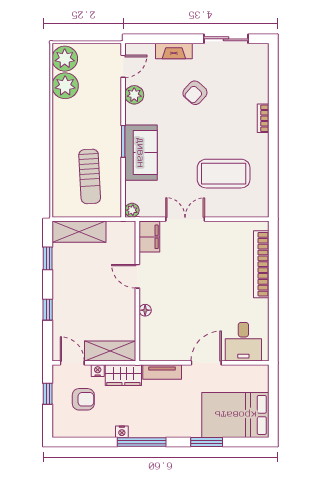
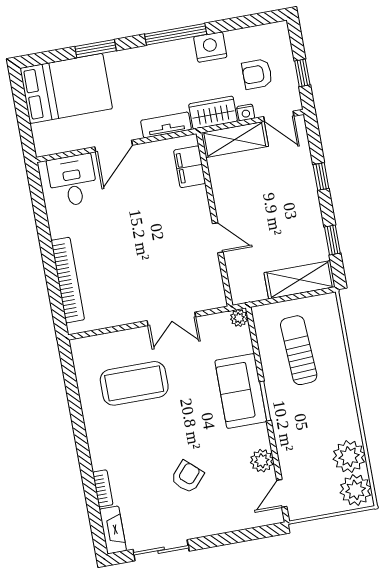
fireplace: (174, 51) -> (113, 530), moved, turned 90
bookcase: (263, 118) -> (103, 488), moved
filing cabinet: (149, 237) -> (190, 167), moved
floor lamp: (145, 310) -> (201, 198), removed
nightstand: (122, 432) -> (210, 47), width x1.89, depth x1.79

